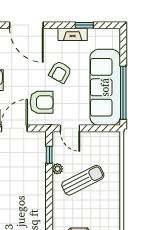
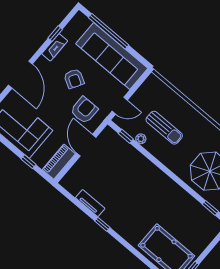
door: (26, 25) -> (20, 75), hinge flipped
window: (123, 93) -> (109, 31), moved
sun lounger: (83, 180) -> (164, 128), turned 117

